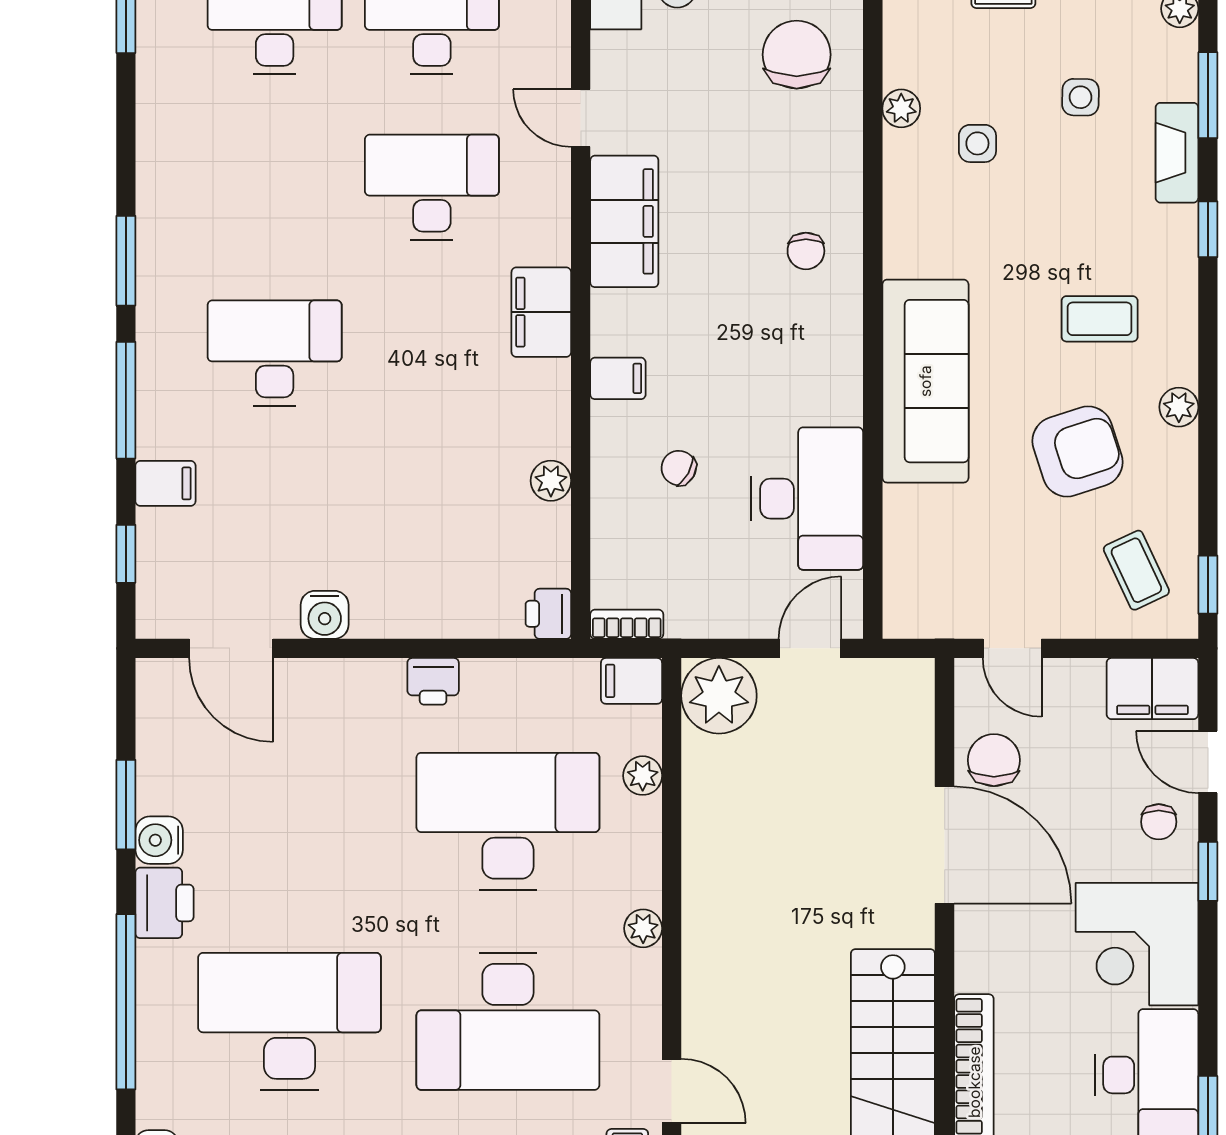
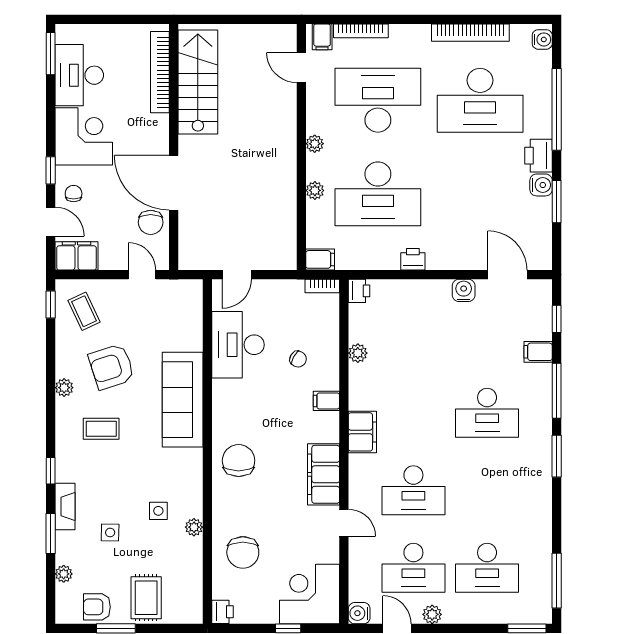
chair: (806, 251) -> (239, 461), width x1.87, depth x1.87
plant: (719, 696) -> (279, 253), removed
plant: (643, 776) -> (315, 190), moved

